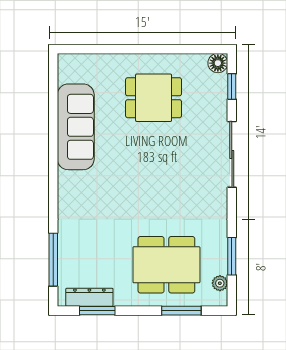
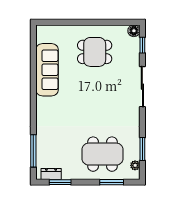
dresser: (89, 297) -> (51, 174), width x0.70

